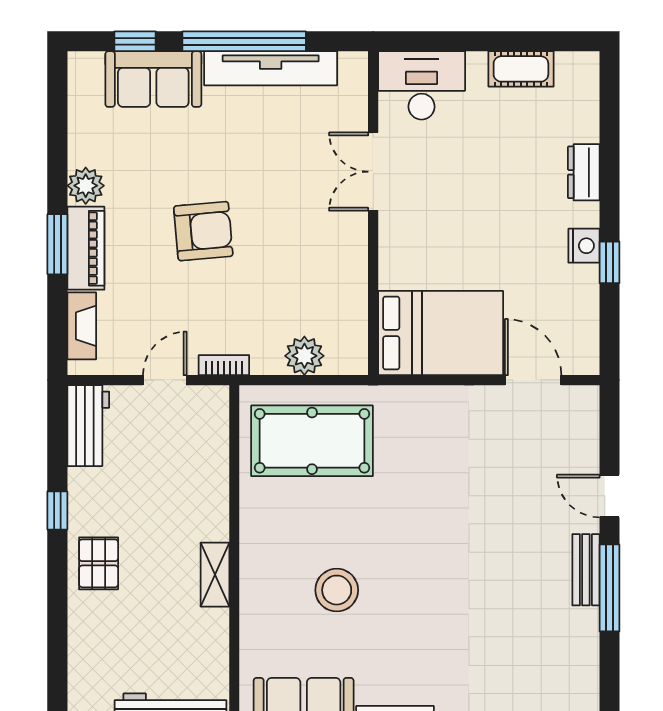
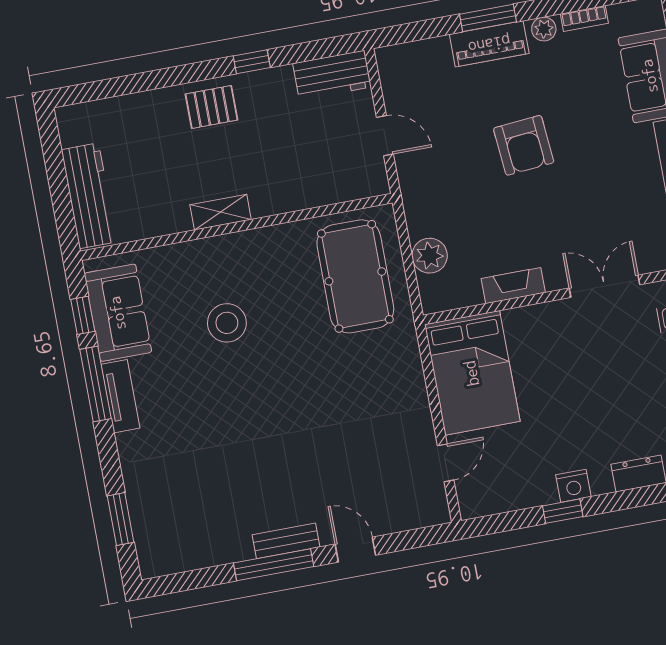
plant: (86, 186) -> (544, 29), width x0.73, depth x0.73
fireplace: (82, 326) -> (513, 286), moved, turned 180
bookcase: (224, 365) -> (584, 18), moved, turned 90
door: (533, 380) -> (446, 463), width x0.73
door: (609, 496) -> (355, 550), hinge flipped

